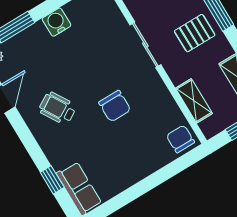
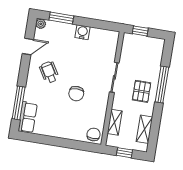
pallet: (195, 33) -> (142, 91), turned 90
window: (52, 180) -> (19, 103), width x2.17

